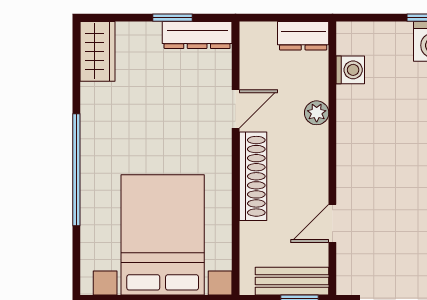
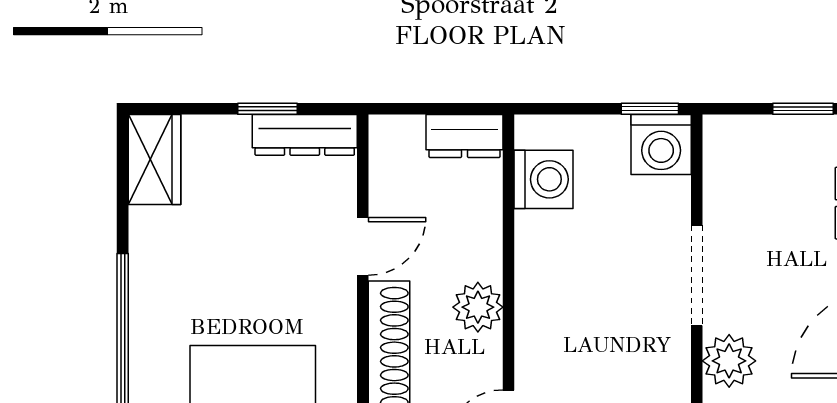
washing machine: (350, 70) -> (544, 179), width x1.38, depth x1.38
plant: (317, 113) -> (478, 307), moved, width x1.38, depth x1.38

